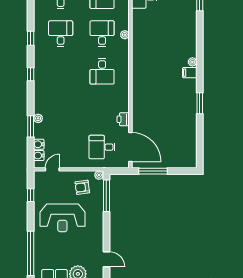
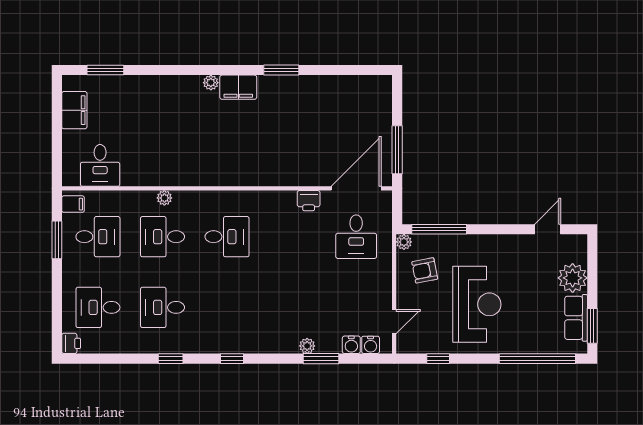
filing cabinet: (190, 73) -> (238, 87), width x2.00
door: (52, 169) -> (394, 322), swing flipped
armchair: (82, 187) -> (425, 270), turned 87

